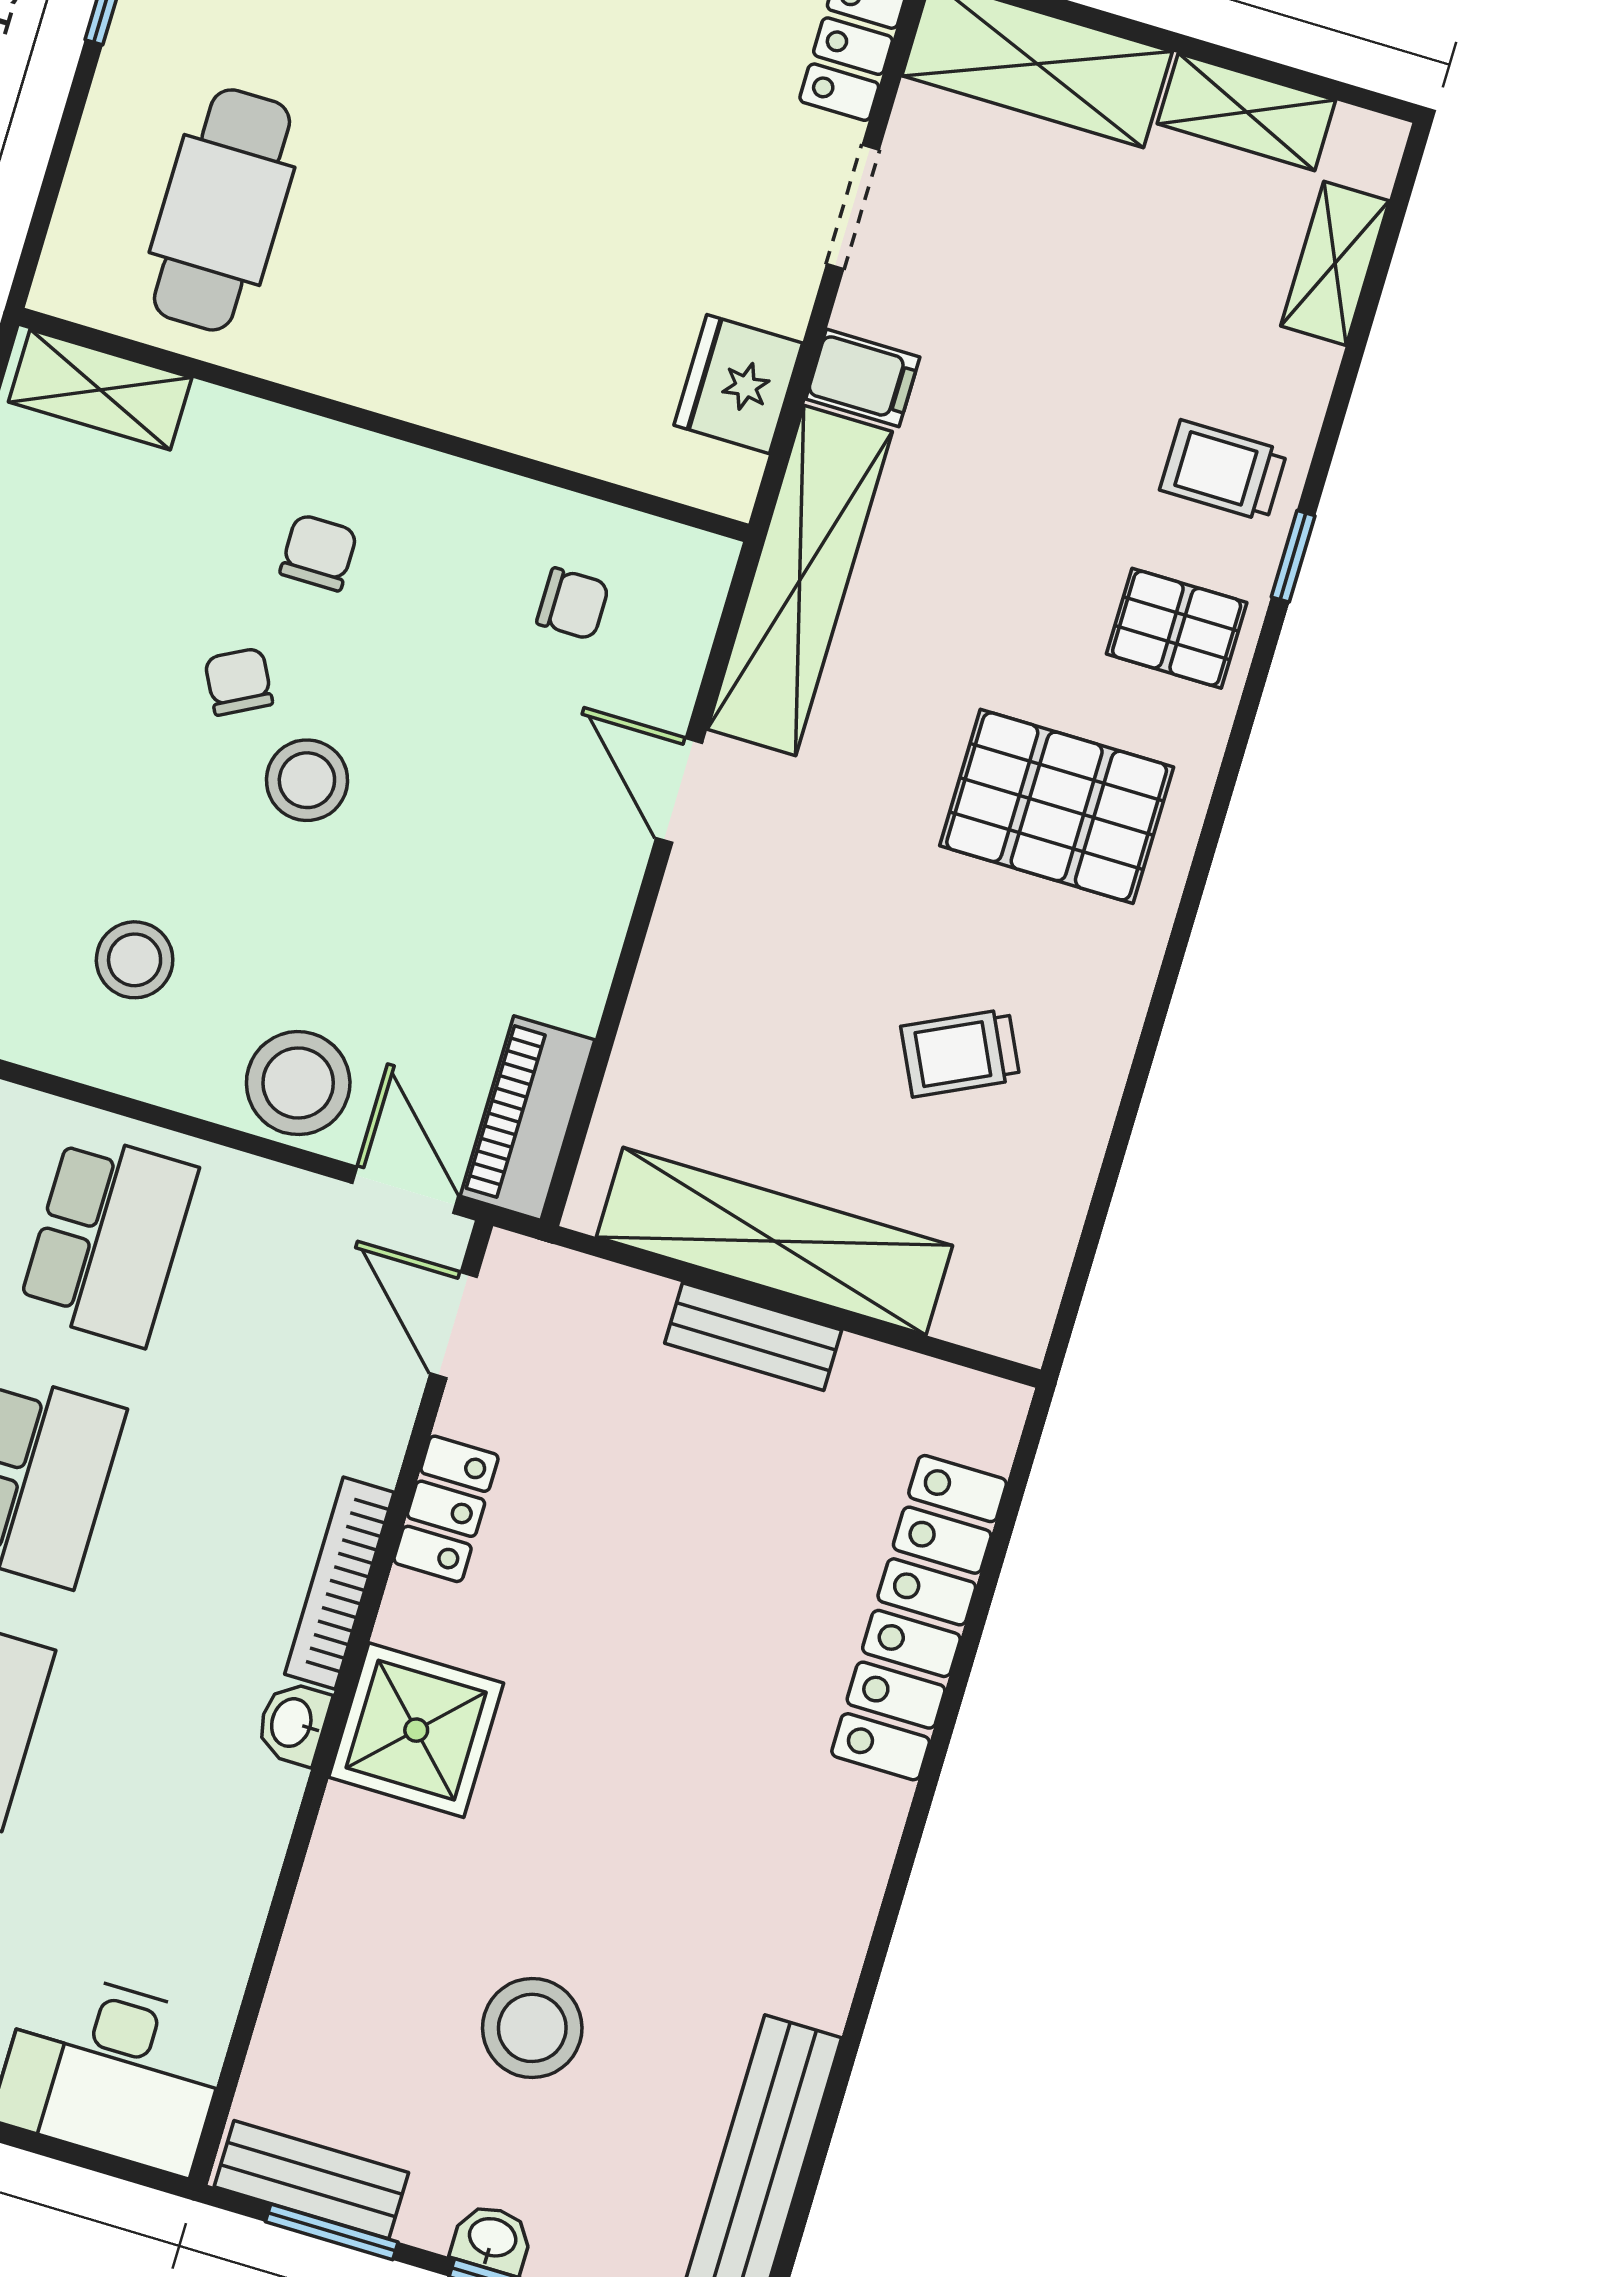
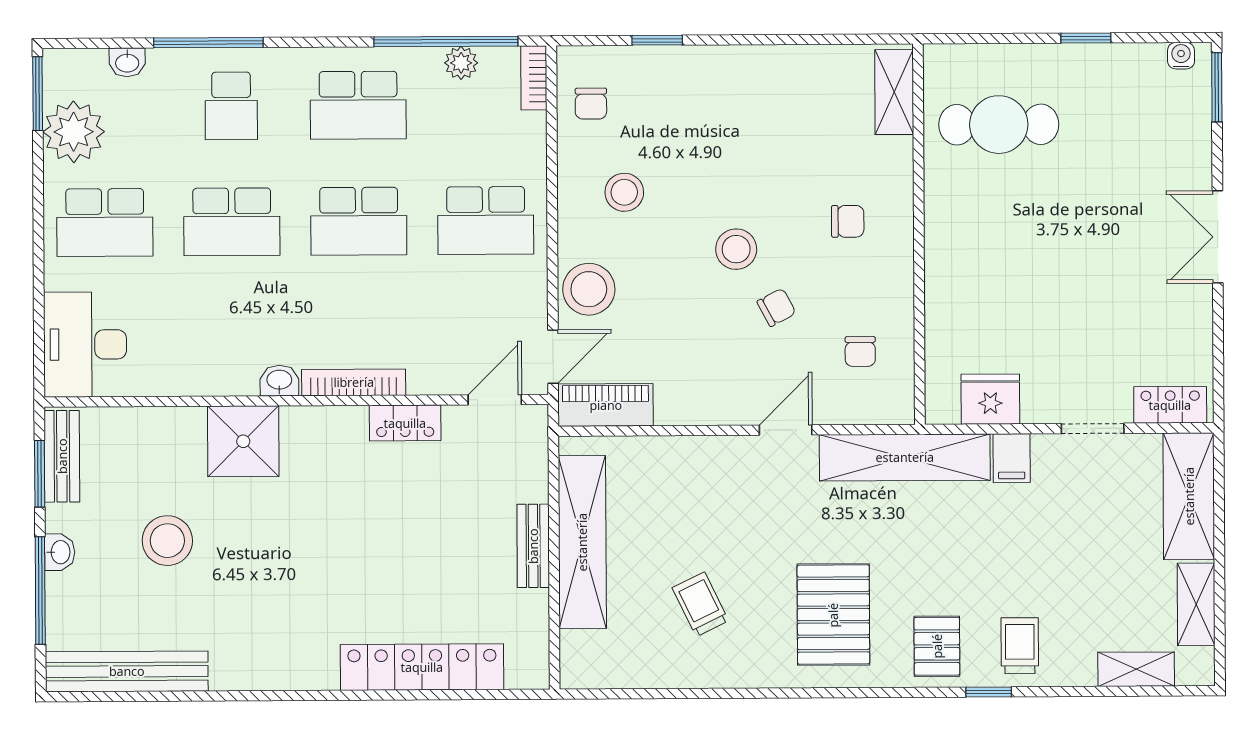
chair: (239, 682) -> (776, 307), moved
shower: (416, 1730) -> (243, 441), moved

